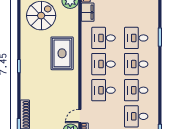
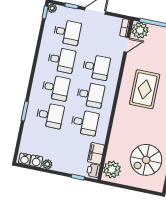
rug: (62, 53) -> (145, 89), moved

